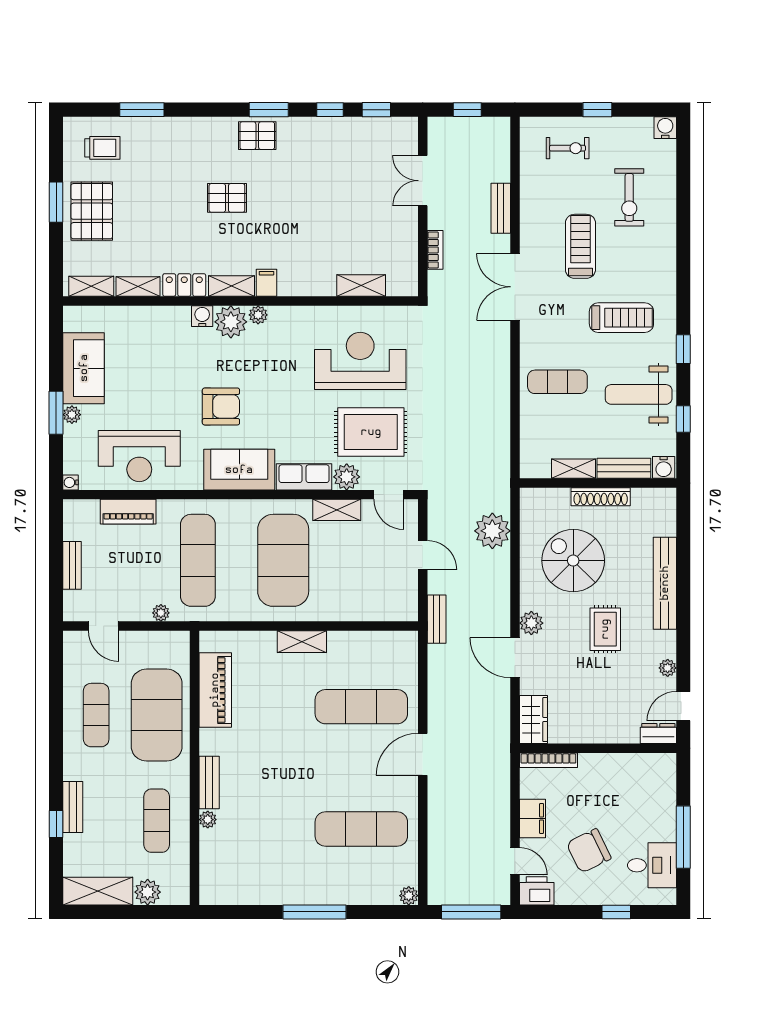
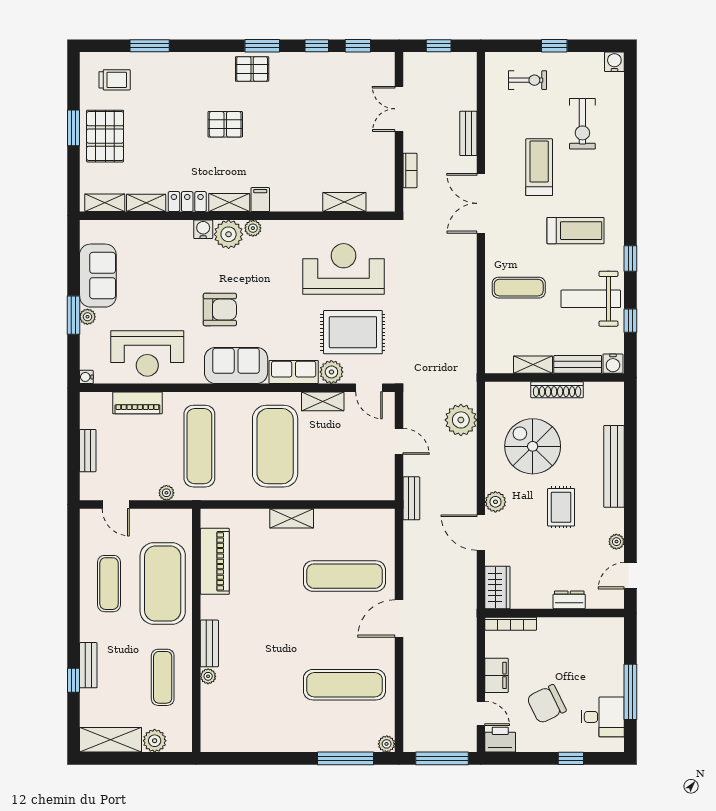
dresser: (658, 734) -> (569, 600), moved
window: (315, 912) -> (345, 758), moved

